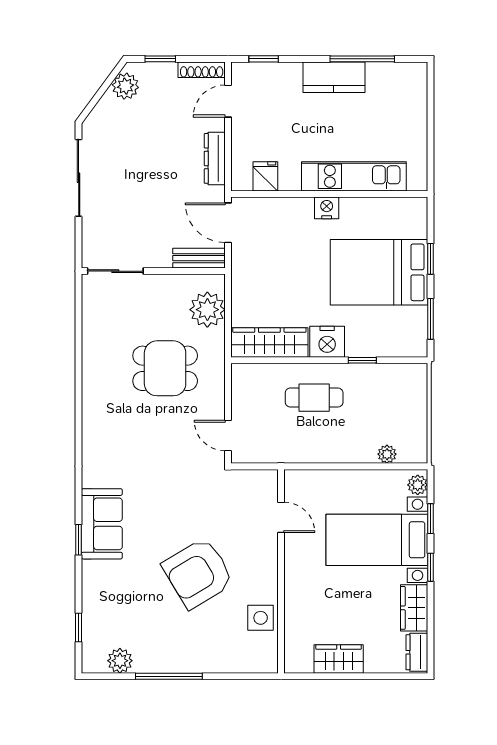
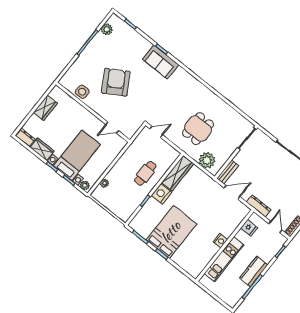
fridge: (265, 176) -> (249, 228), moved
kitchen unit: (354, 176) -> (224, 259), moved
wall: (329, 194) -> (225, 246), moved
nightstand: (327, 208) -> (220, 241), moved

